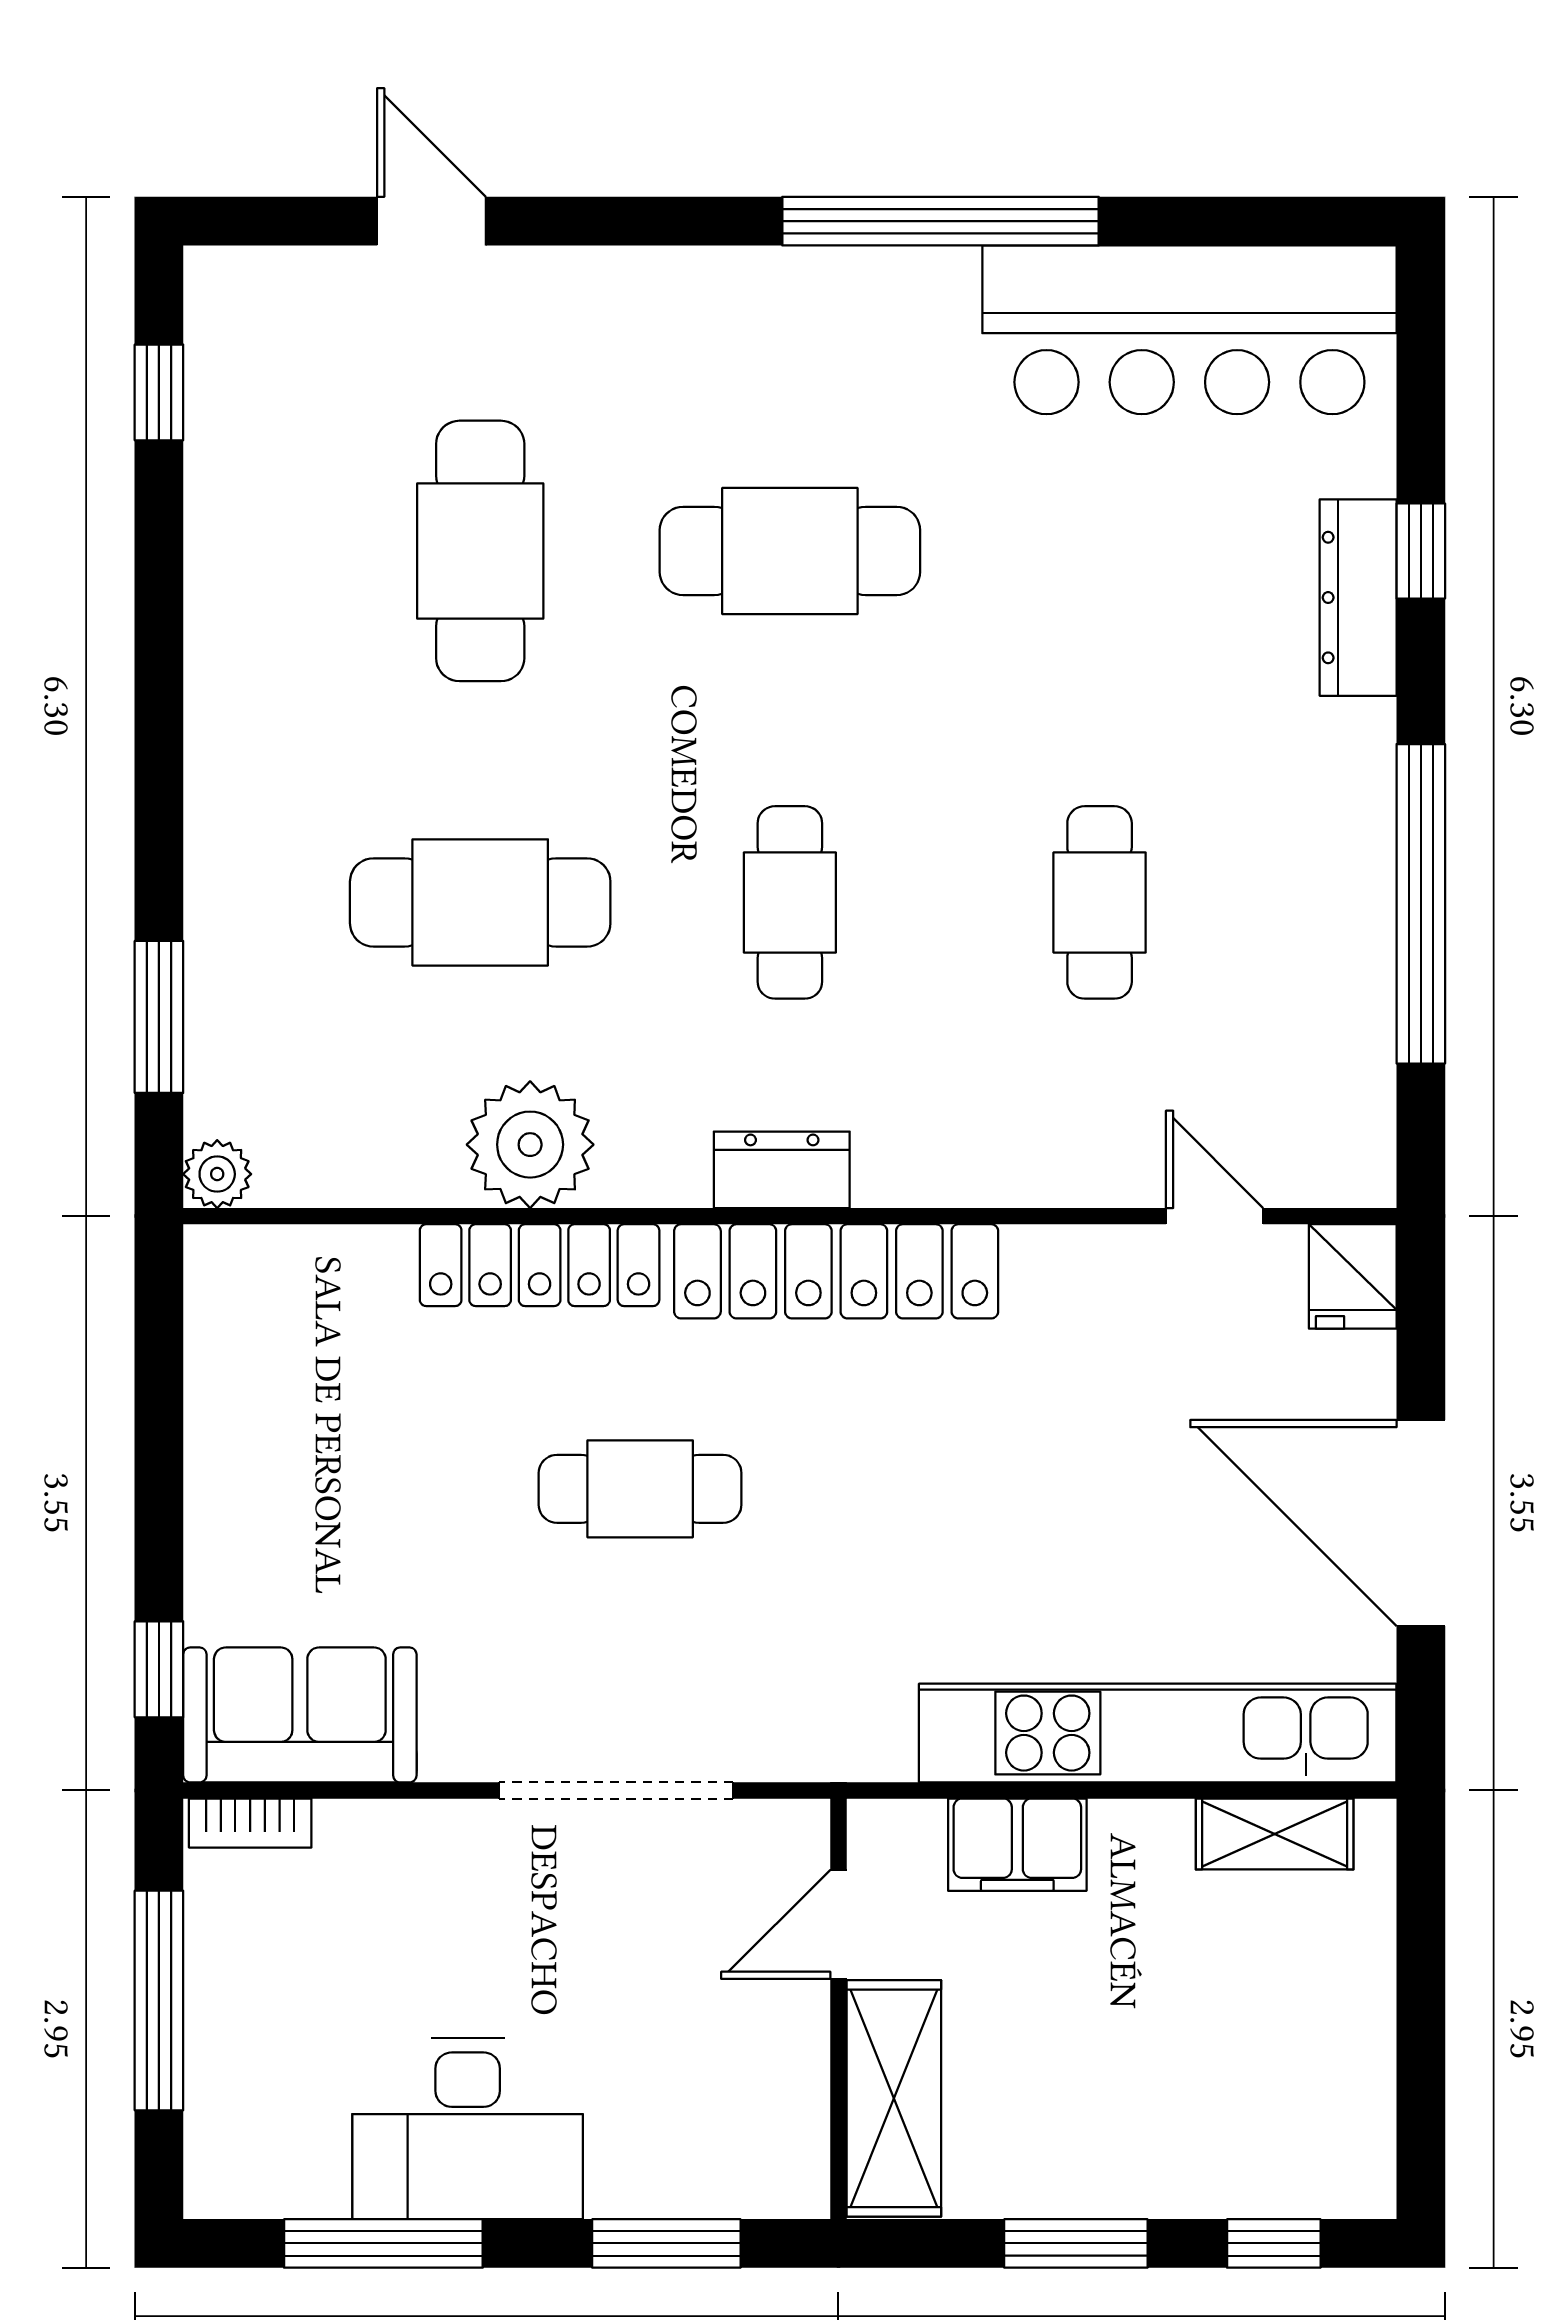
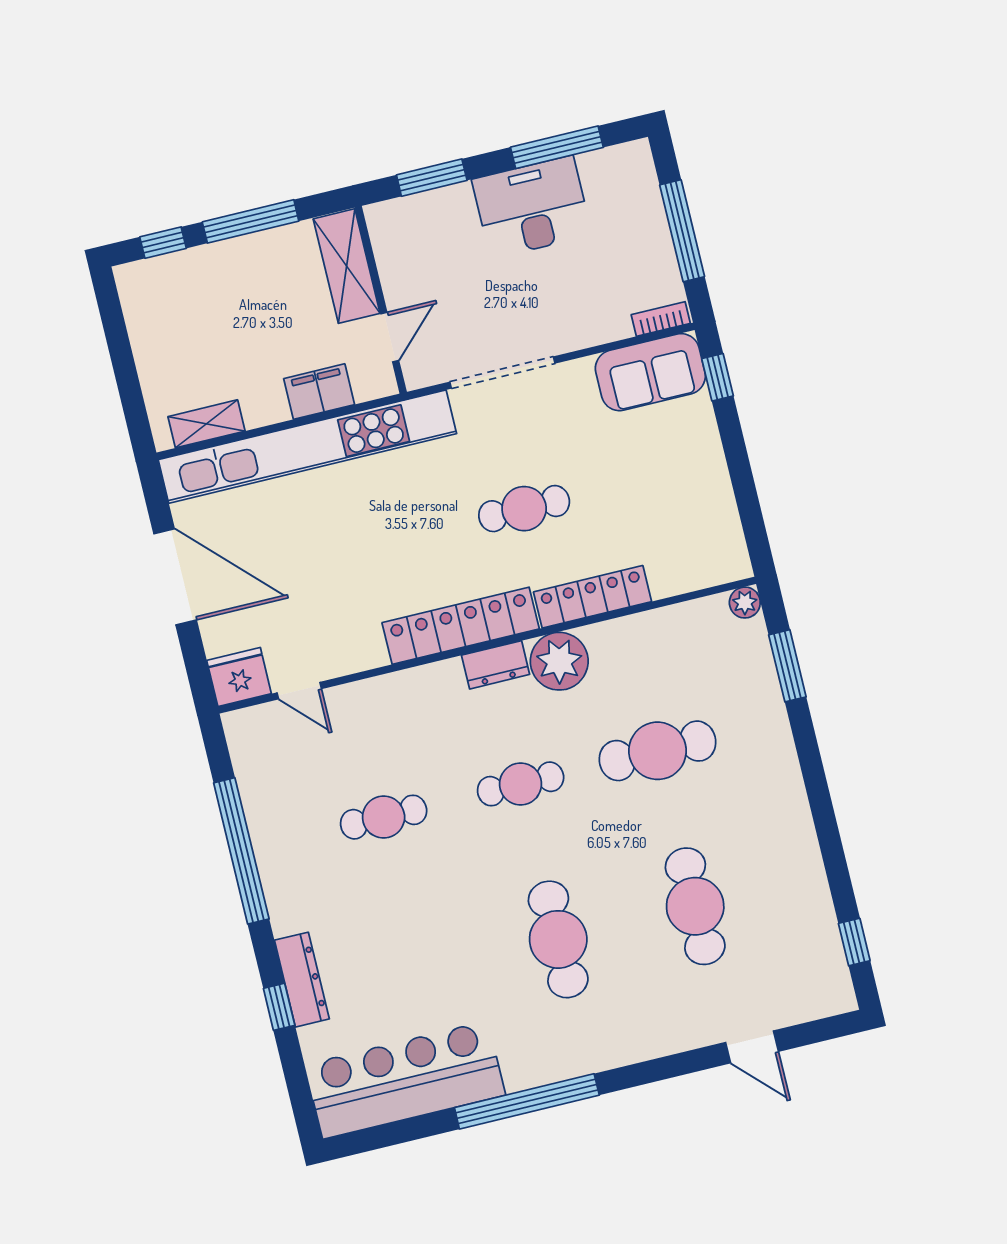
cafe table: (790, 551) -> (558, 939), turned 90
cafe table: (790, 902) -> (521, 784), turned 90
cafe table: (1100, 902) -> (384, 817), turned 90
plant: (530, 1145) -> (559, 661), moved
fridge: (1353, 1276) -> (239, 677), width x1.38
kitchen unit: (1158, 1733) -> (307, 447), width x1.36
window: (1076, 2243) -> (251, 221), width x1.44

